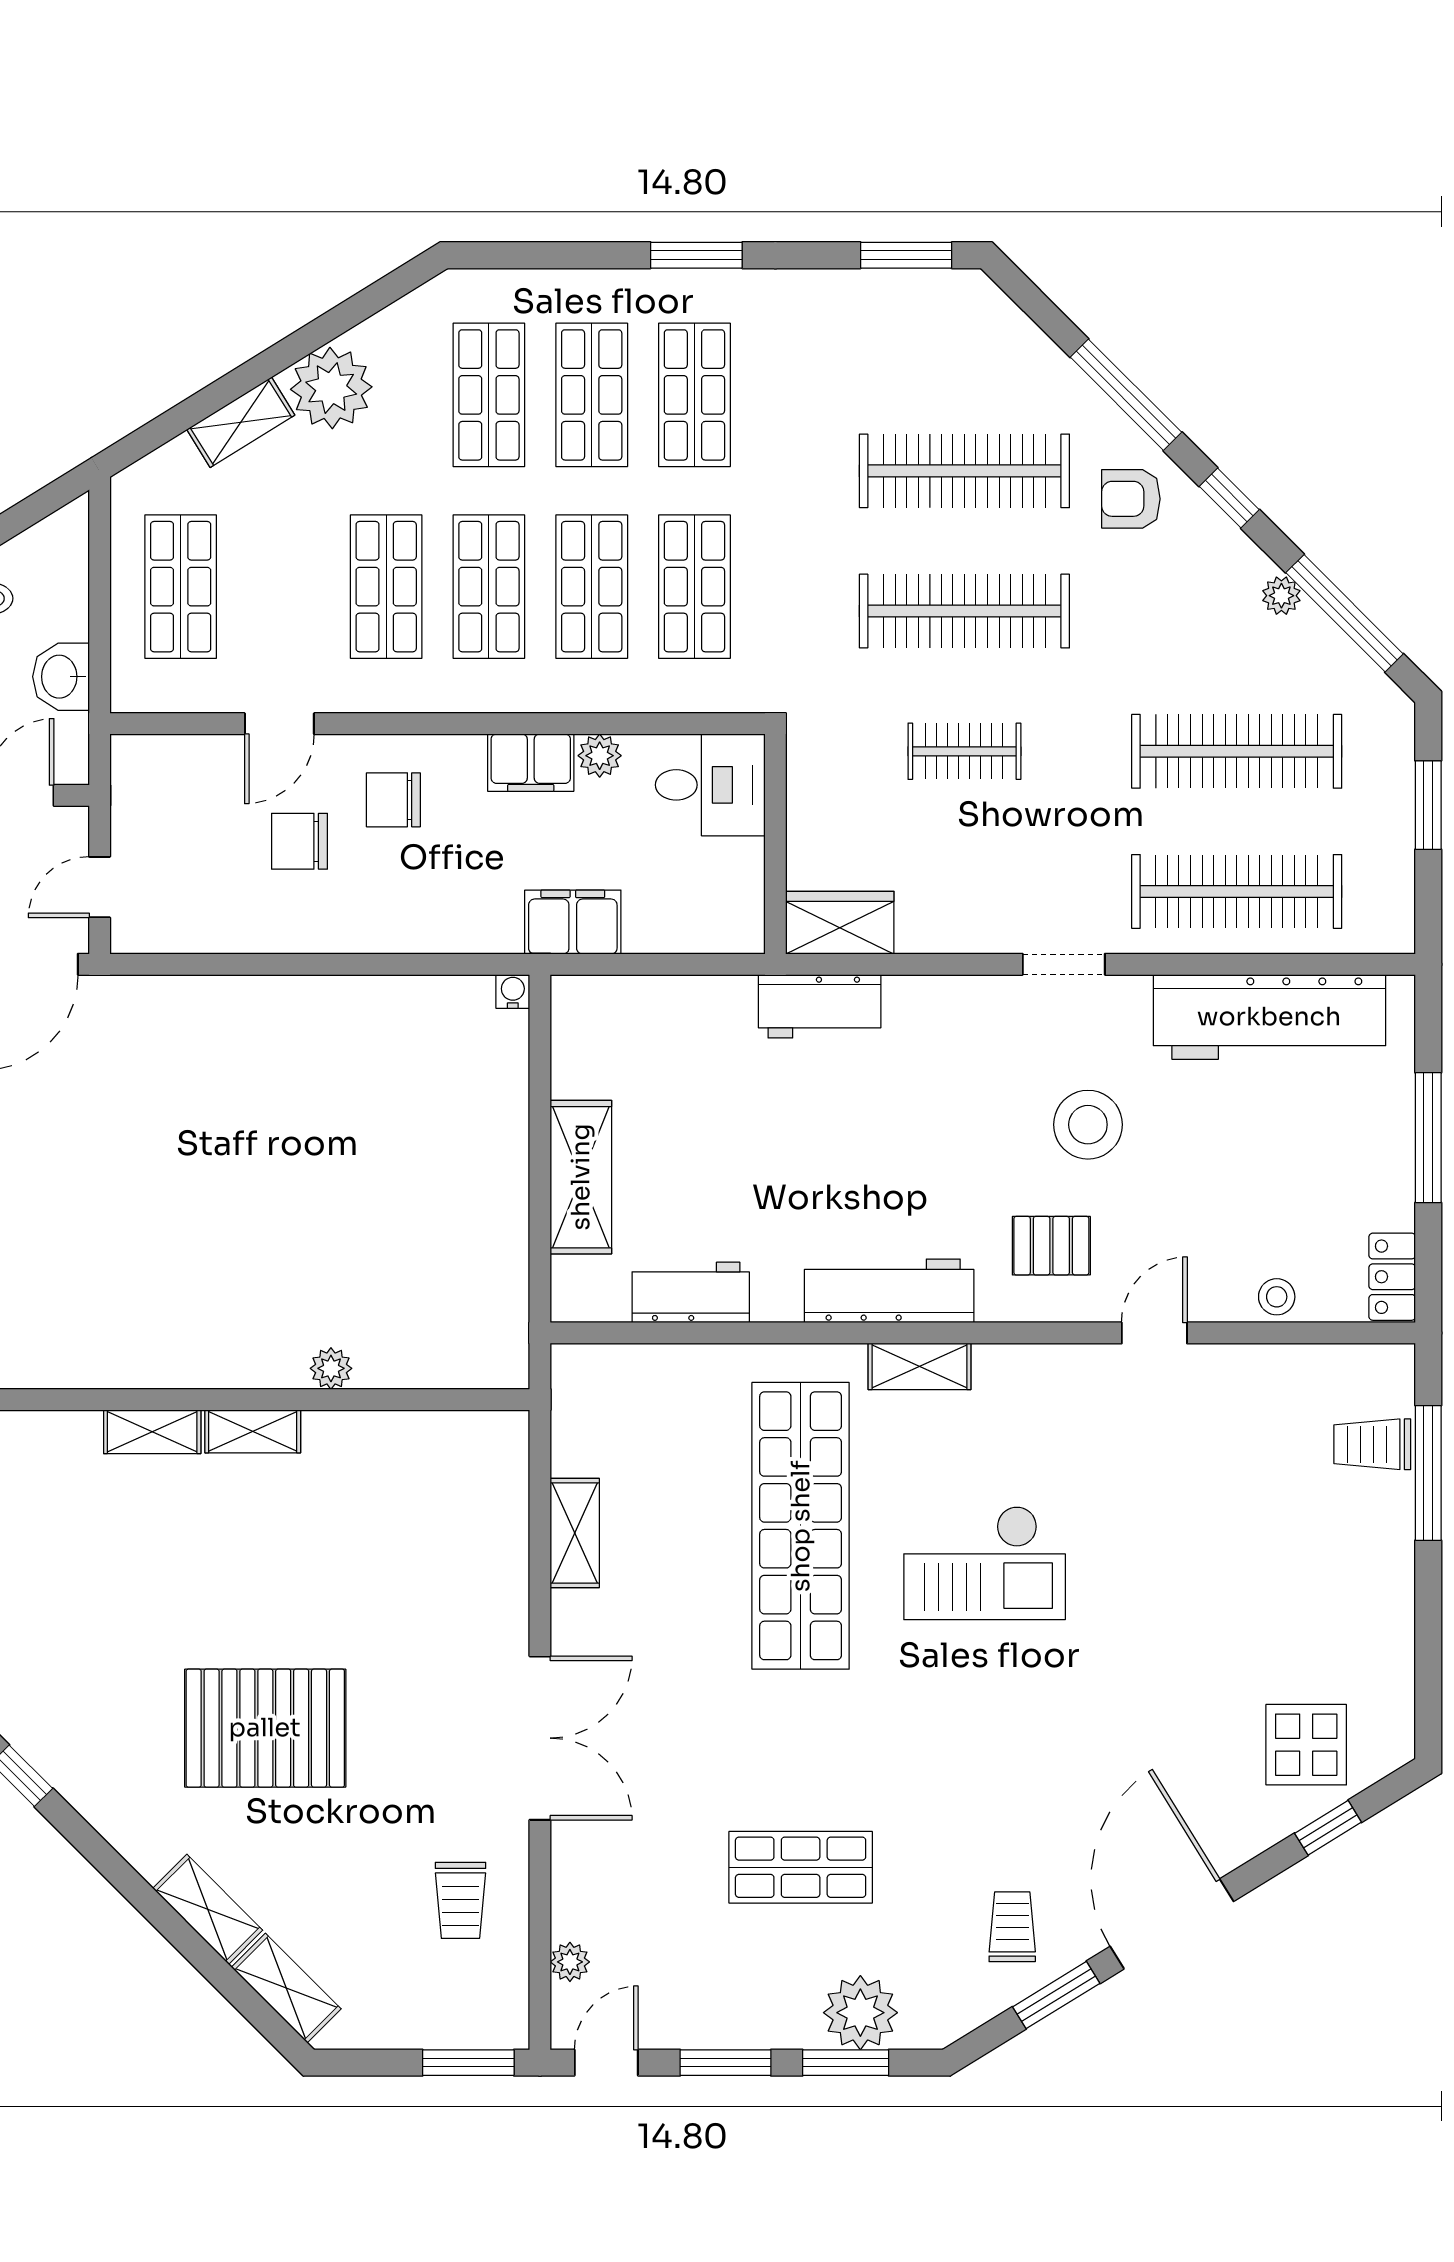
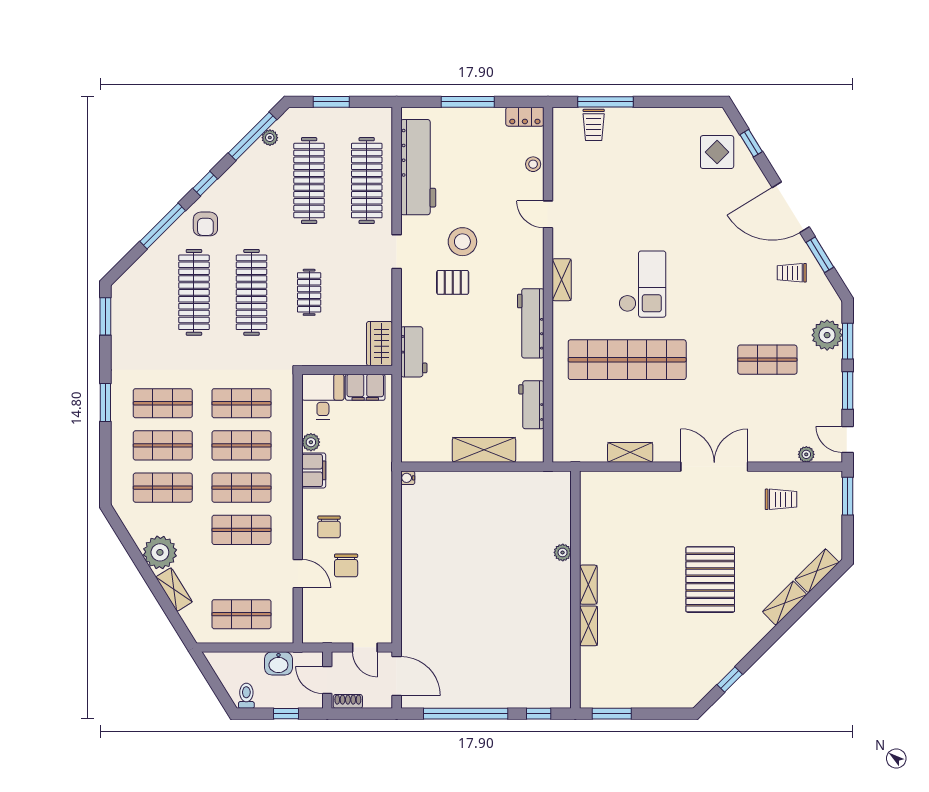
plant: (1281, 596) -> (270, 138), moved
filing cabinet: (573, 922) -> (365, 387), moved, turned -90
pallet: (1051, 1246) -> (453, 282), moved, turned 90
shelving: (919, 1366) -> (562, 280), moved
shop shelf: (801, 1867) -> (767, 360), turned 90

